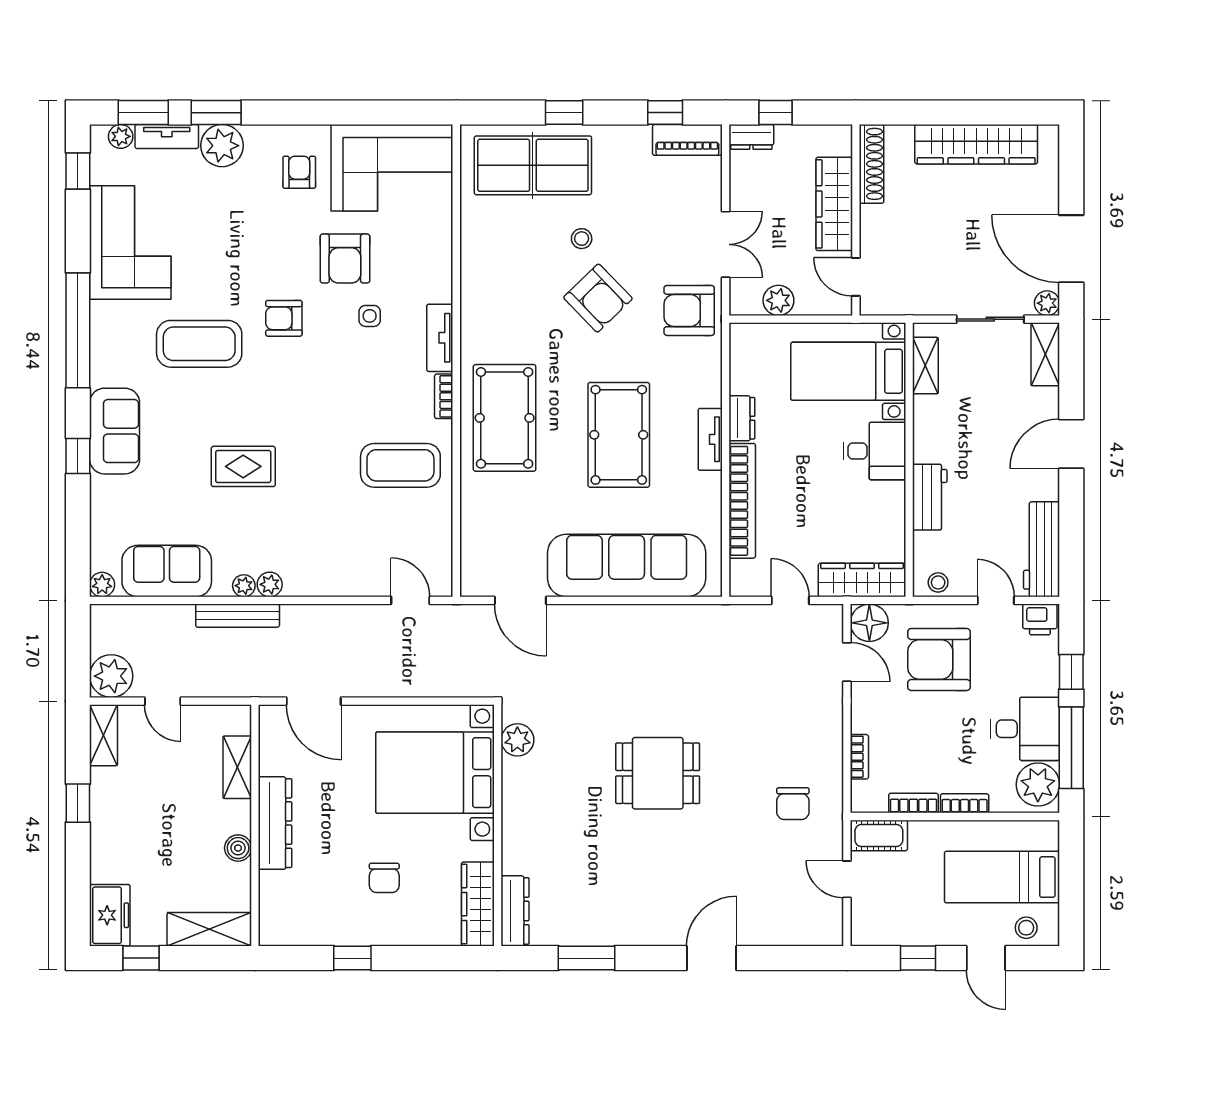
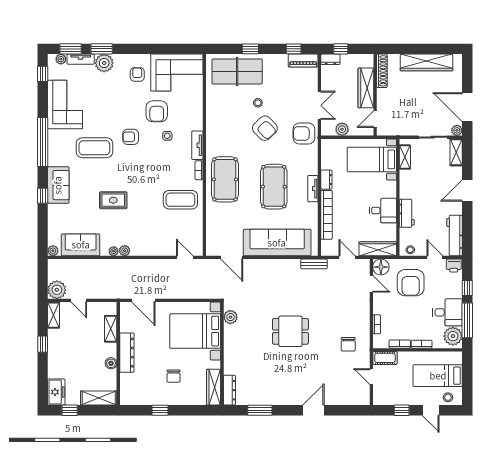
door: (856, 277) -> (375, 119), hinge flipped
desk: (874, 451) -> (383, 211), moved
bench: (238, 616) -> (314, 264), moved, width x0.73
armchair: (939, 659) -> (411, 283), turned -90

